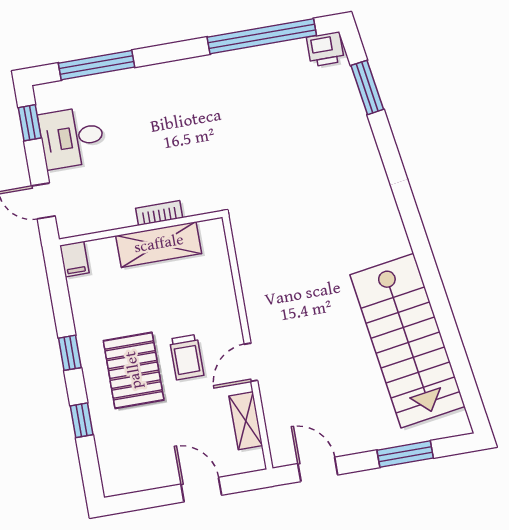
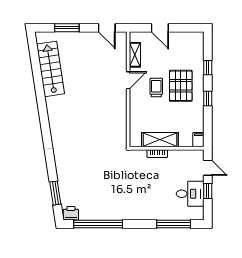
window: (30, 123) -> (208, 191), moved
stairs: (408, 341) -> (51, 69), width x0.73, depth x0.66

